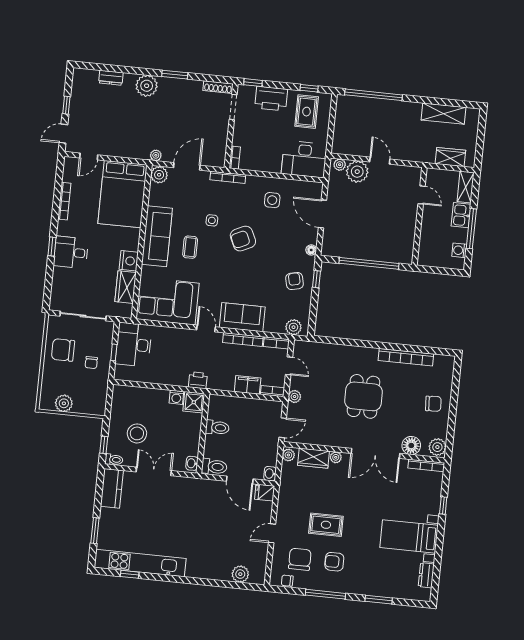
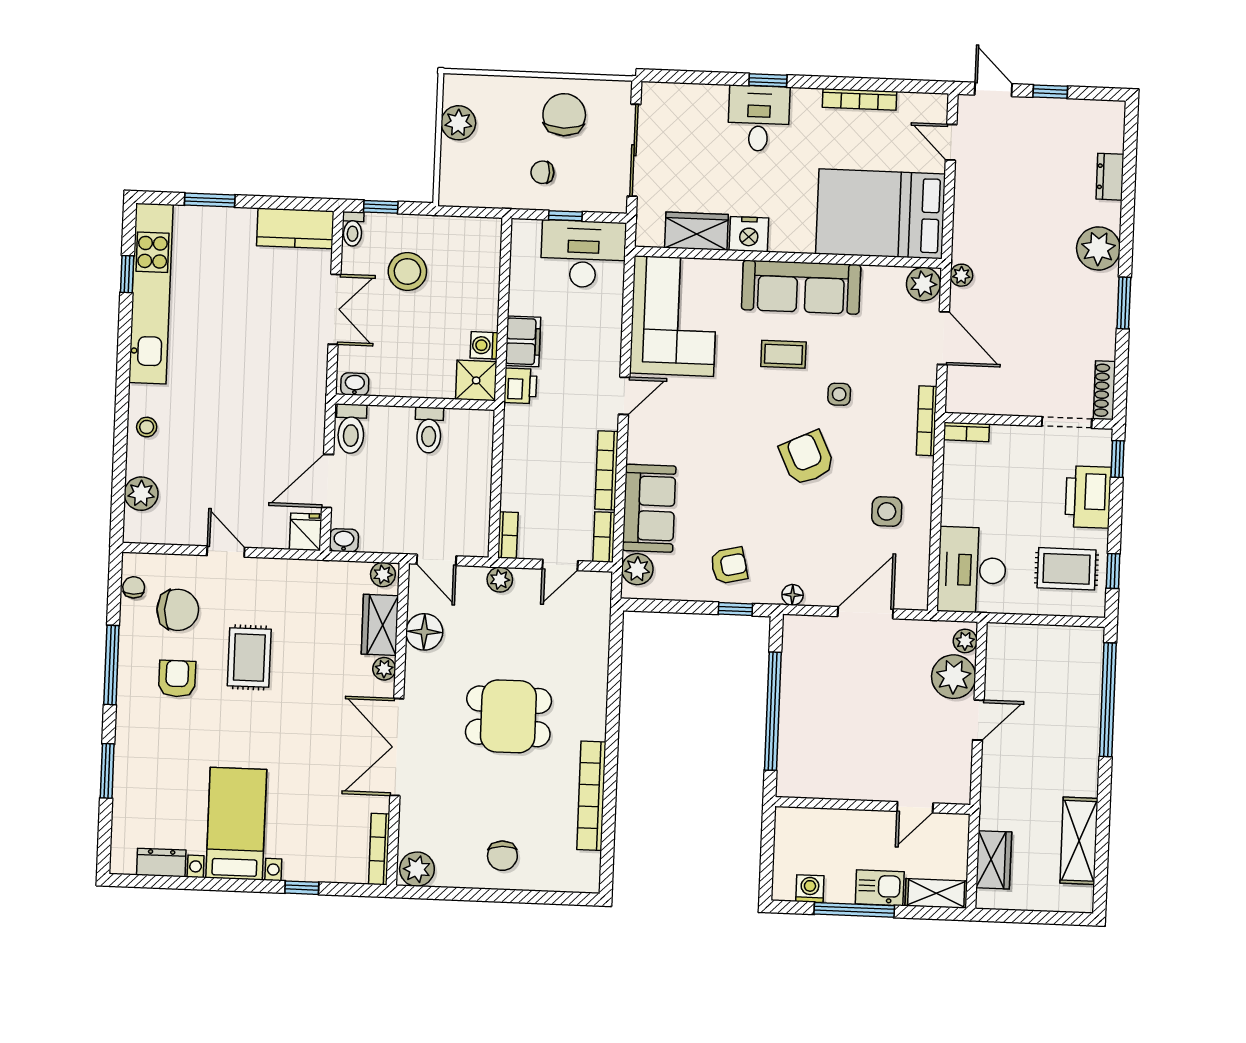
sofa: (242, 317) -> (649, 508), moved
filing cabinet: (248, 385) -> (523, 341), moved
floor lamp: (411, 445) -> (424, 632), moved
stool: (207, 569) -> (147, 427), added

